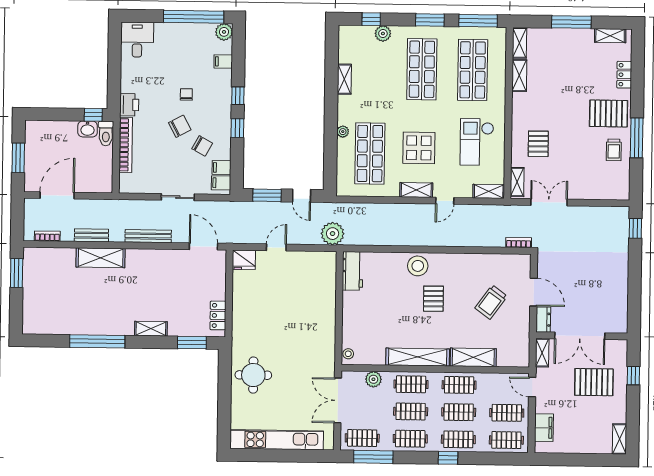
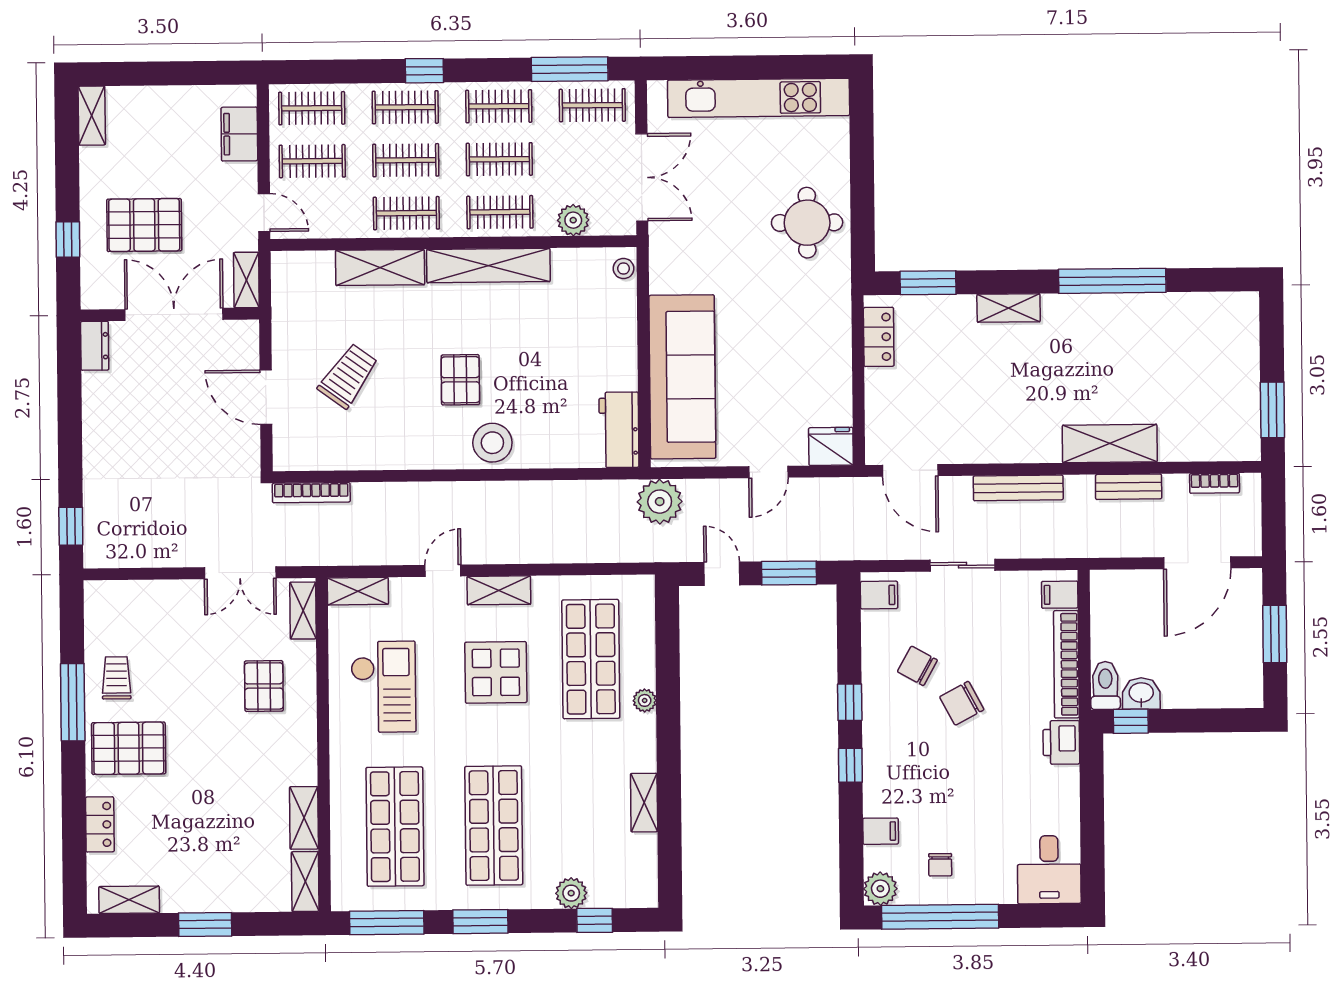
window: (571, 22) -> (205, 924), width x0.69
chair: (186, 94) -> (940, 865), moved
filing cabinet: (221, 168) -> (1060, 595), moved, turned 180
bookcase: (519, 243) -> (311, 493), width x1.56
sofa: (319, 297) -> (682, 377), added
dresser: (543, 320) -> (95, 346), moved, turned 180

